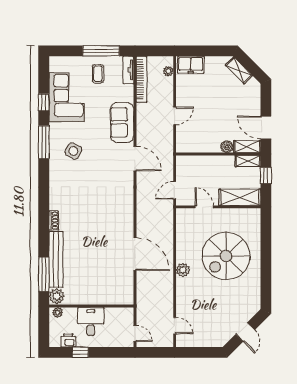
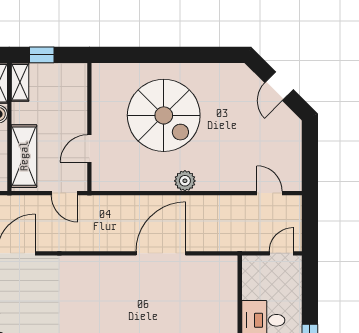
shelving: (240, 197) -> (24, 156), moved
door: (175, 326) -> (269, 193), hinge flipped
door: (245, 332) -> (279, 86), swing flipped

